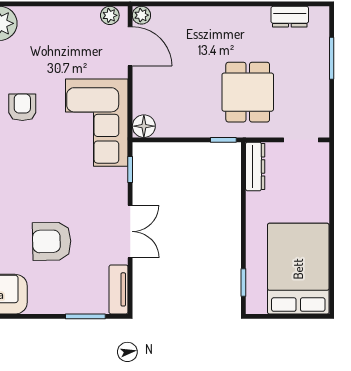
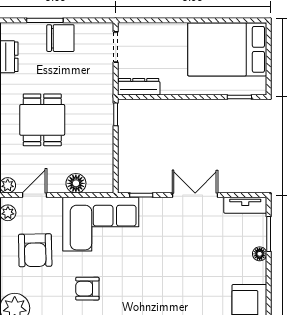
door: (130, 46) -> (35, 195), width x0.73
chair: (311, 76) -> (60, 38), added
dining table: (248, 92) -> (42, 120), moved, turned 90
floor lamp: (144, 126) -> (76, 183), moved
armchair: (52, 241) -> (35, 250), moved
floor lamp: (62, 306) -> (260, 254), added

